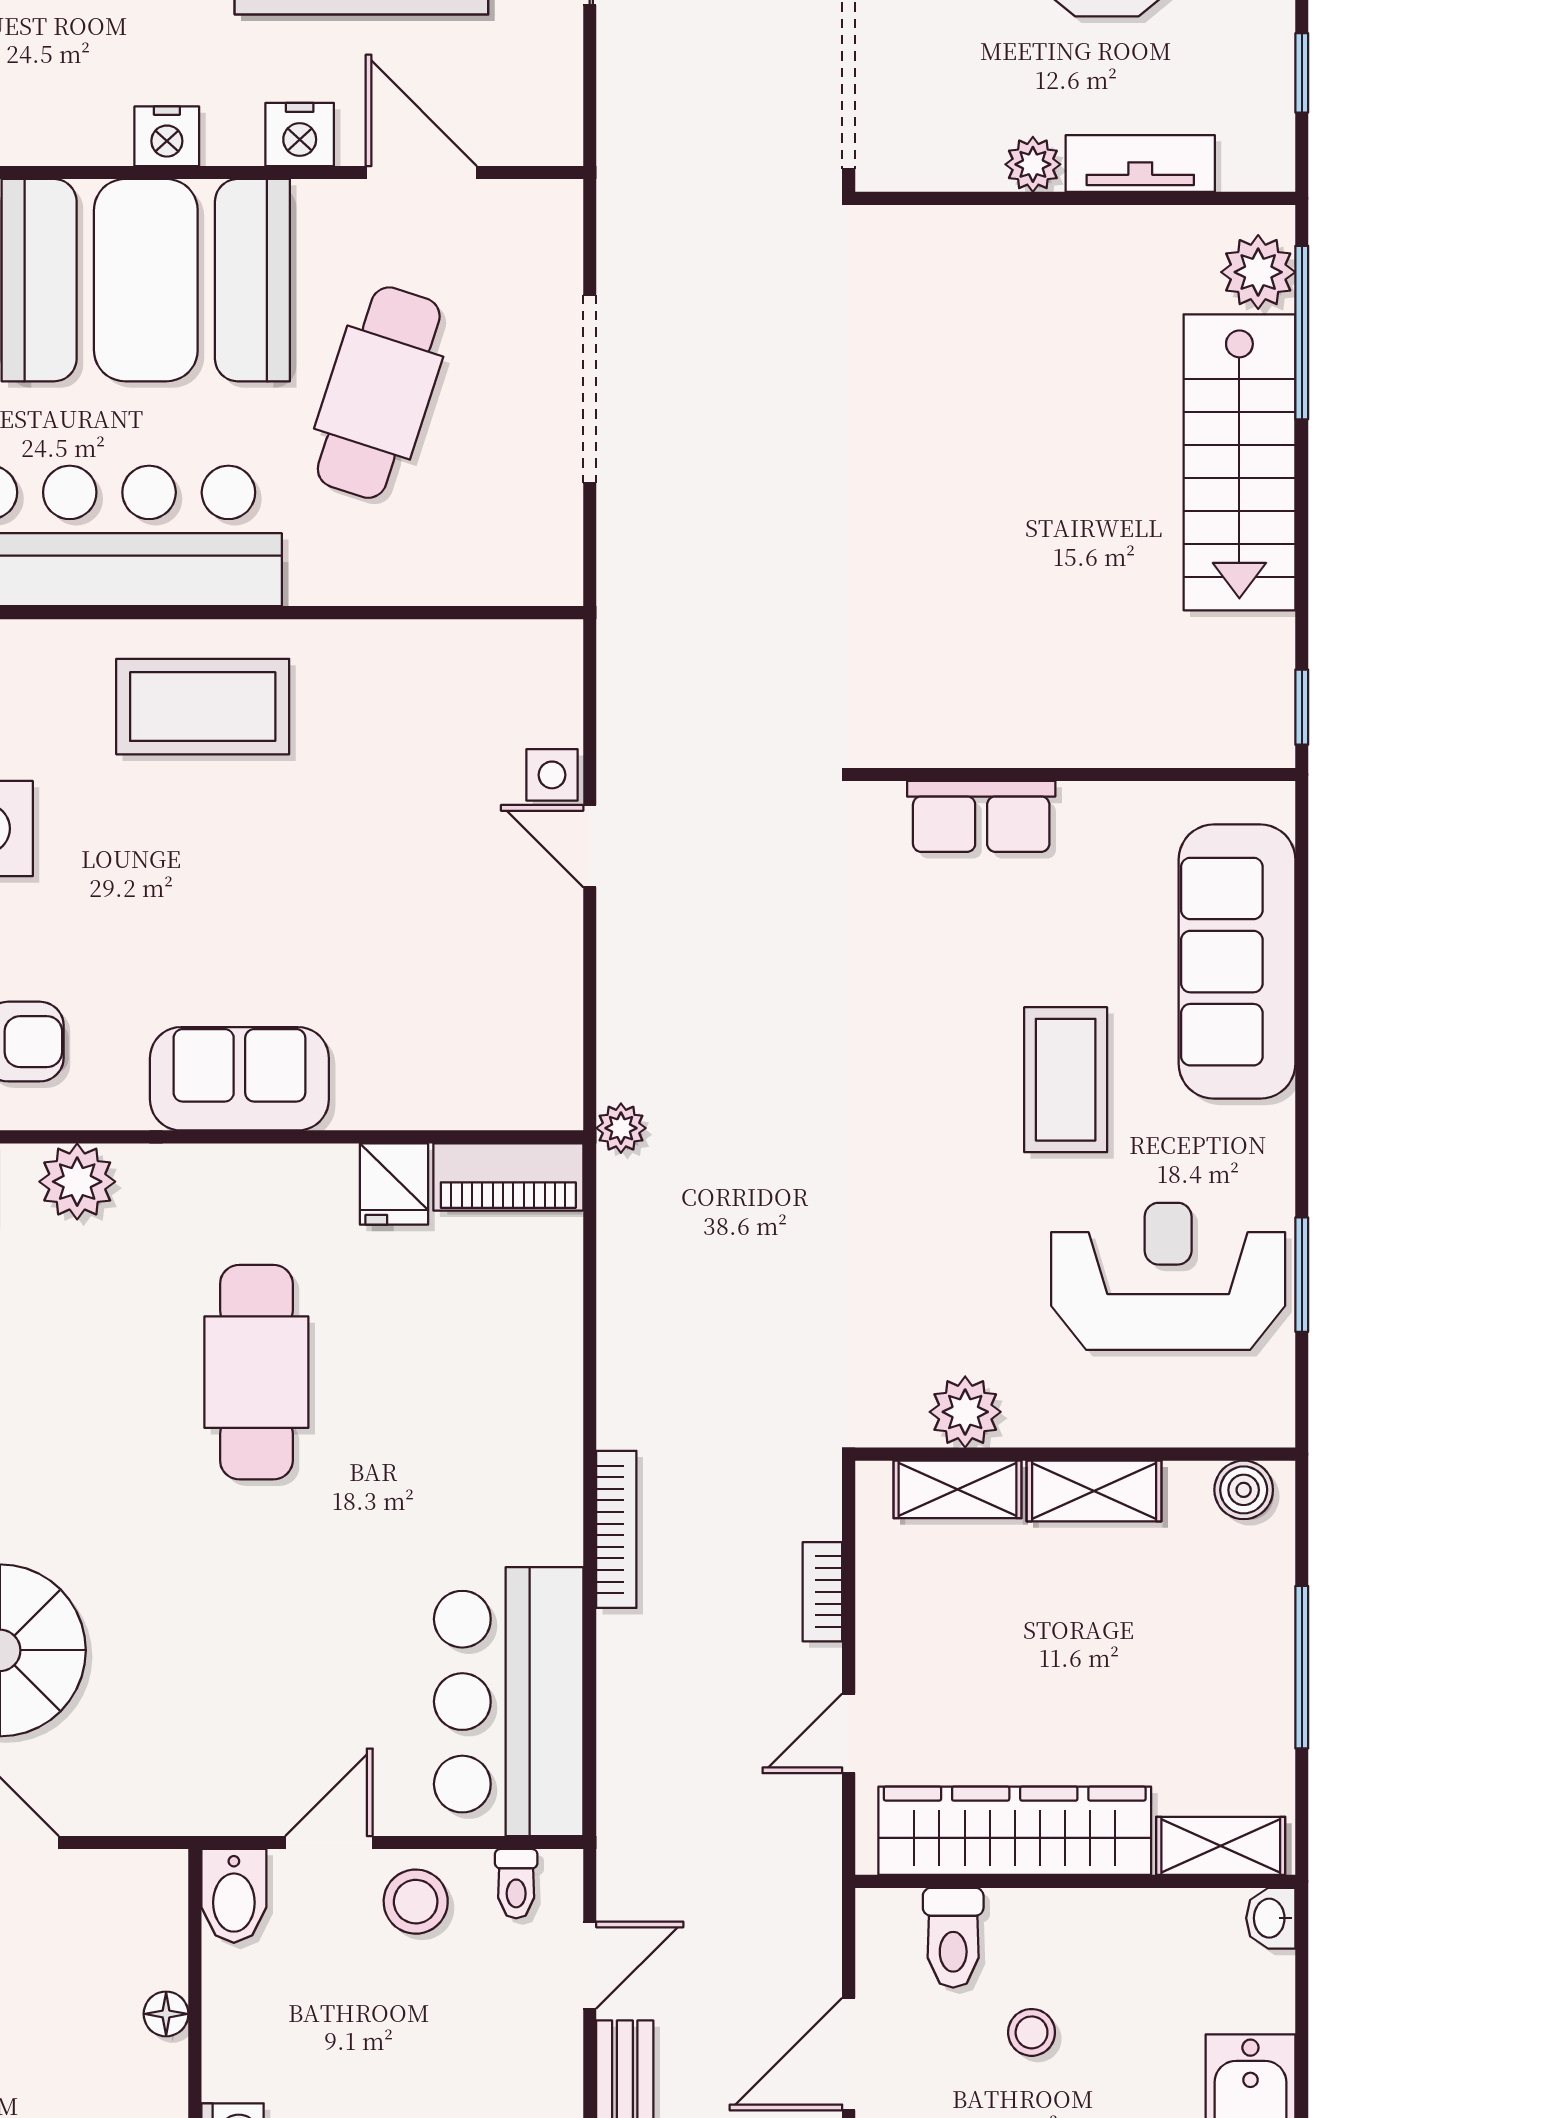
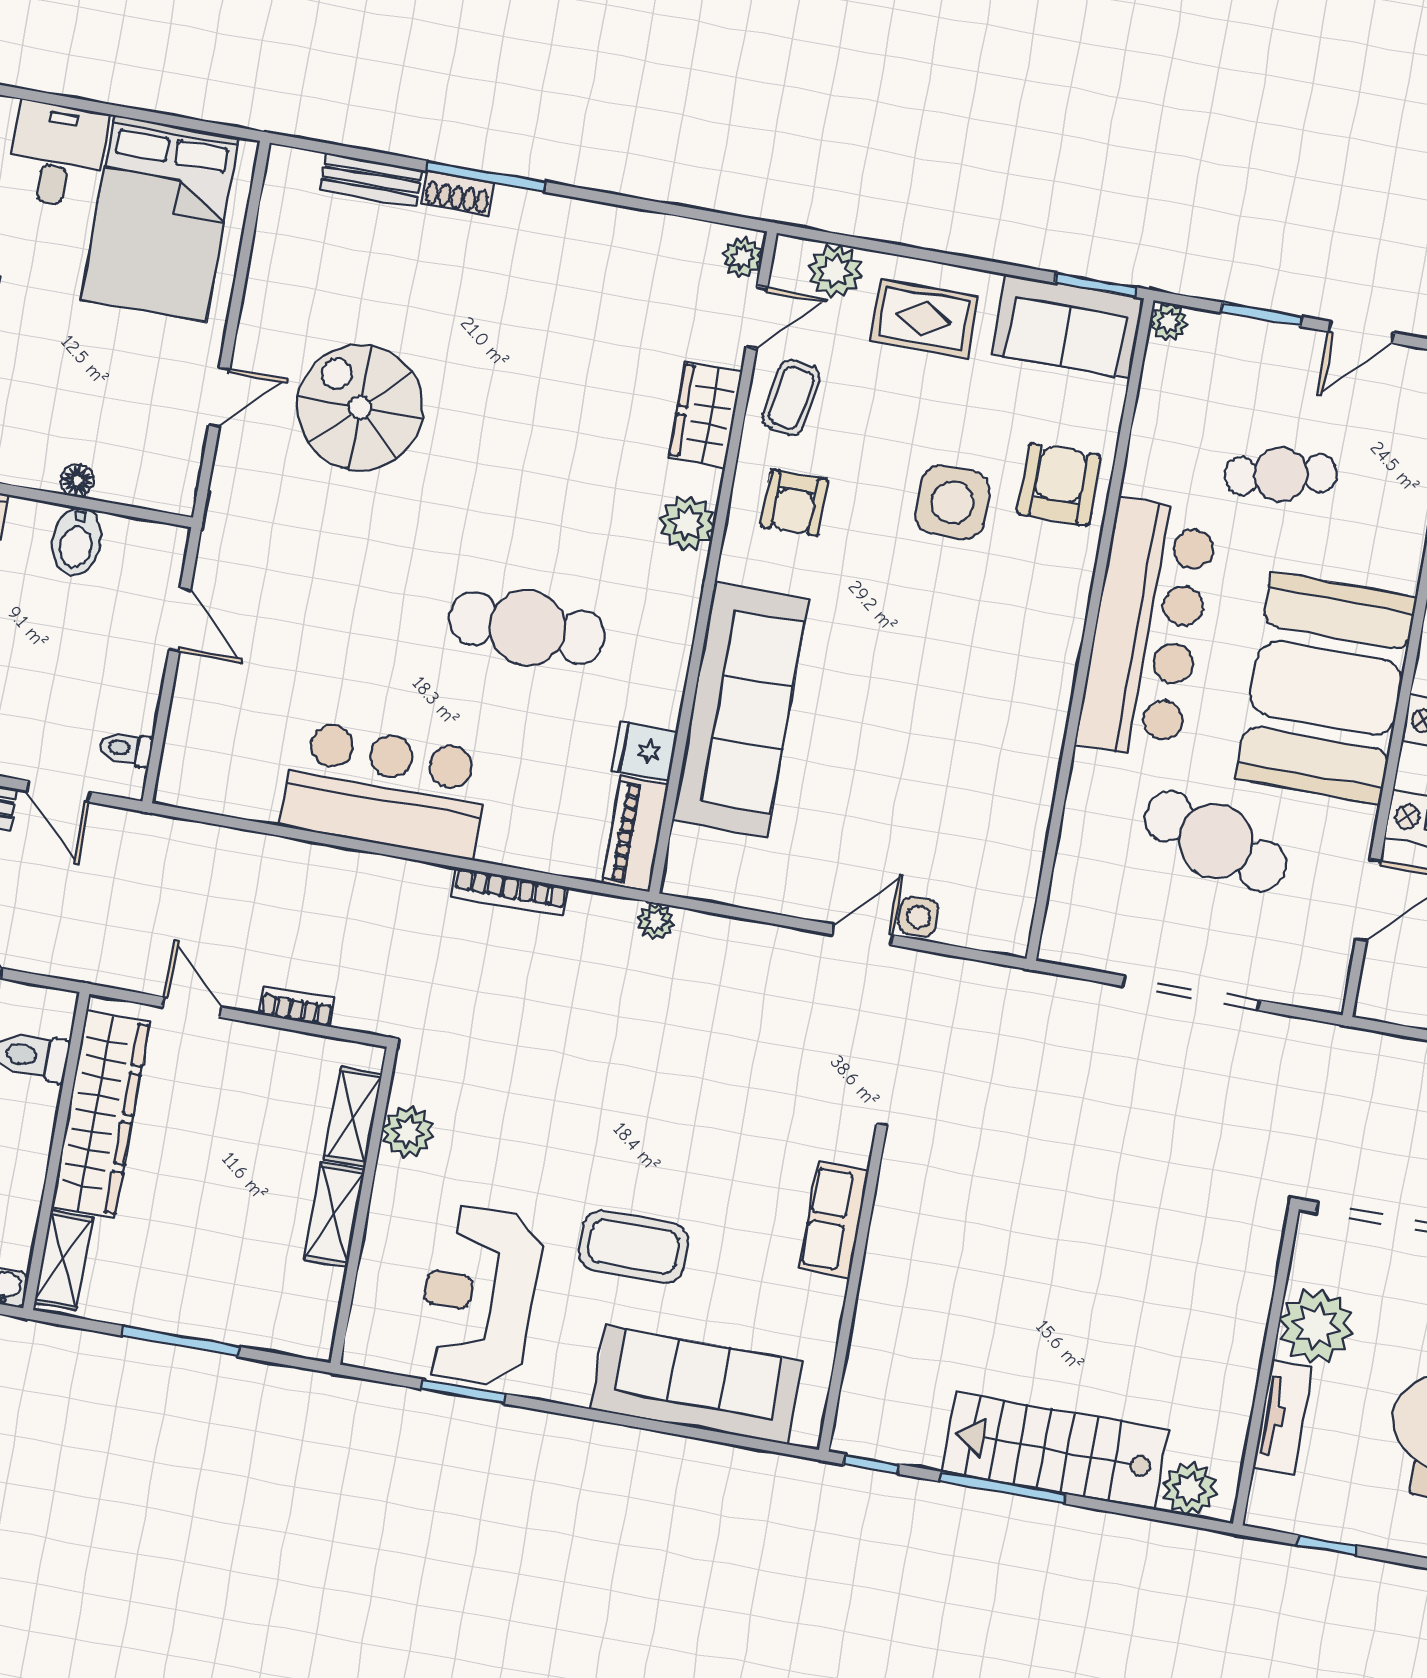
plant: (1033, 164) -> (1316, 1326), width x1.88, depth x1.88
window: (1302, 333) -> (1003, 1488), moved
coffee table: (203, 707) -> (1012, 674), removed
sofa: (239, 1079) -> (740, 710), width x1.85, depth x1.27
reception desk: (1168, 1276) -> (479, 1295), turned 180
boiler: (1244, 1490) -> (316, 1322), removed
bookcase: (616, 1529) -> (510, 892), moved
bar counter: (509, 1702) -> (385, 789), moved
bidet: (234, 1896) -> (76, 541), moved, turned -90
stool: (416, 1902) -> (126, 674), removed

